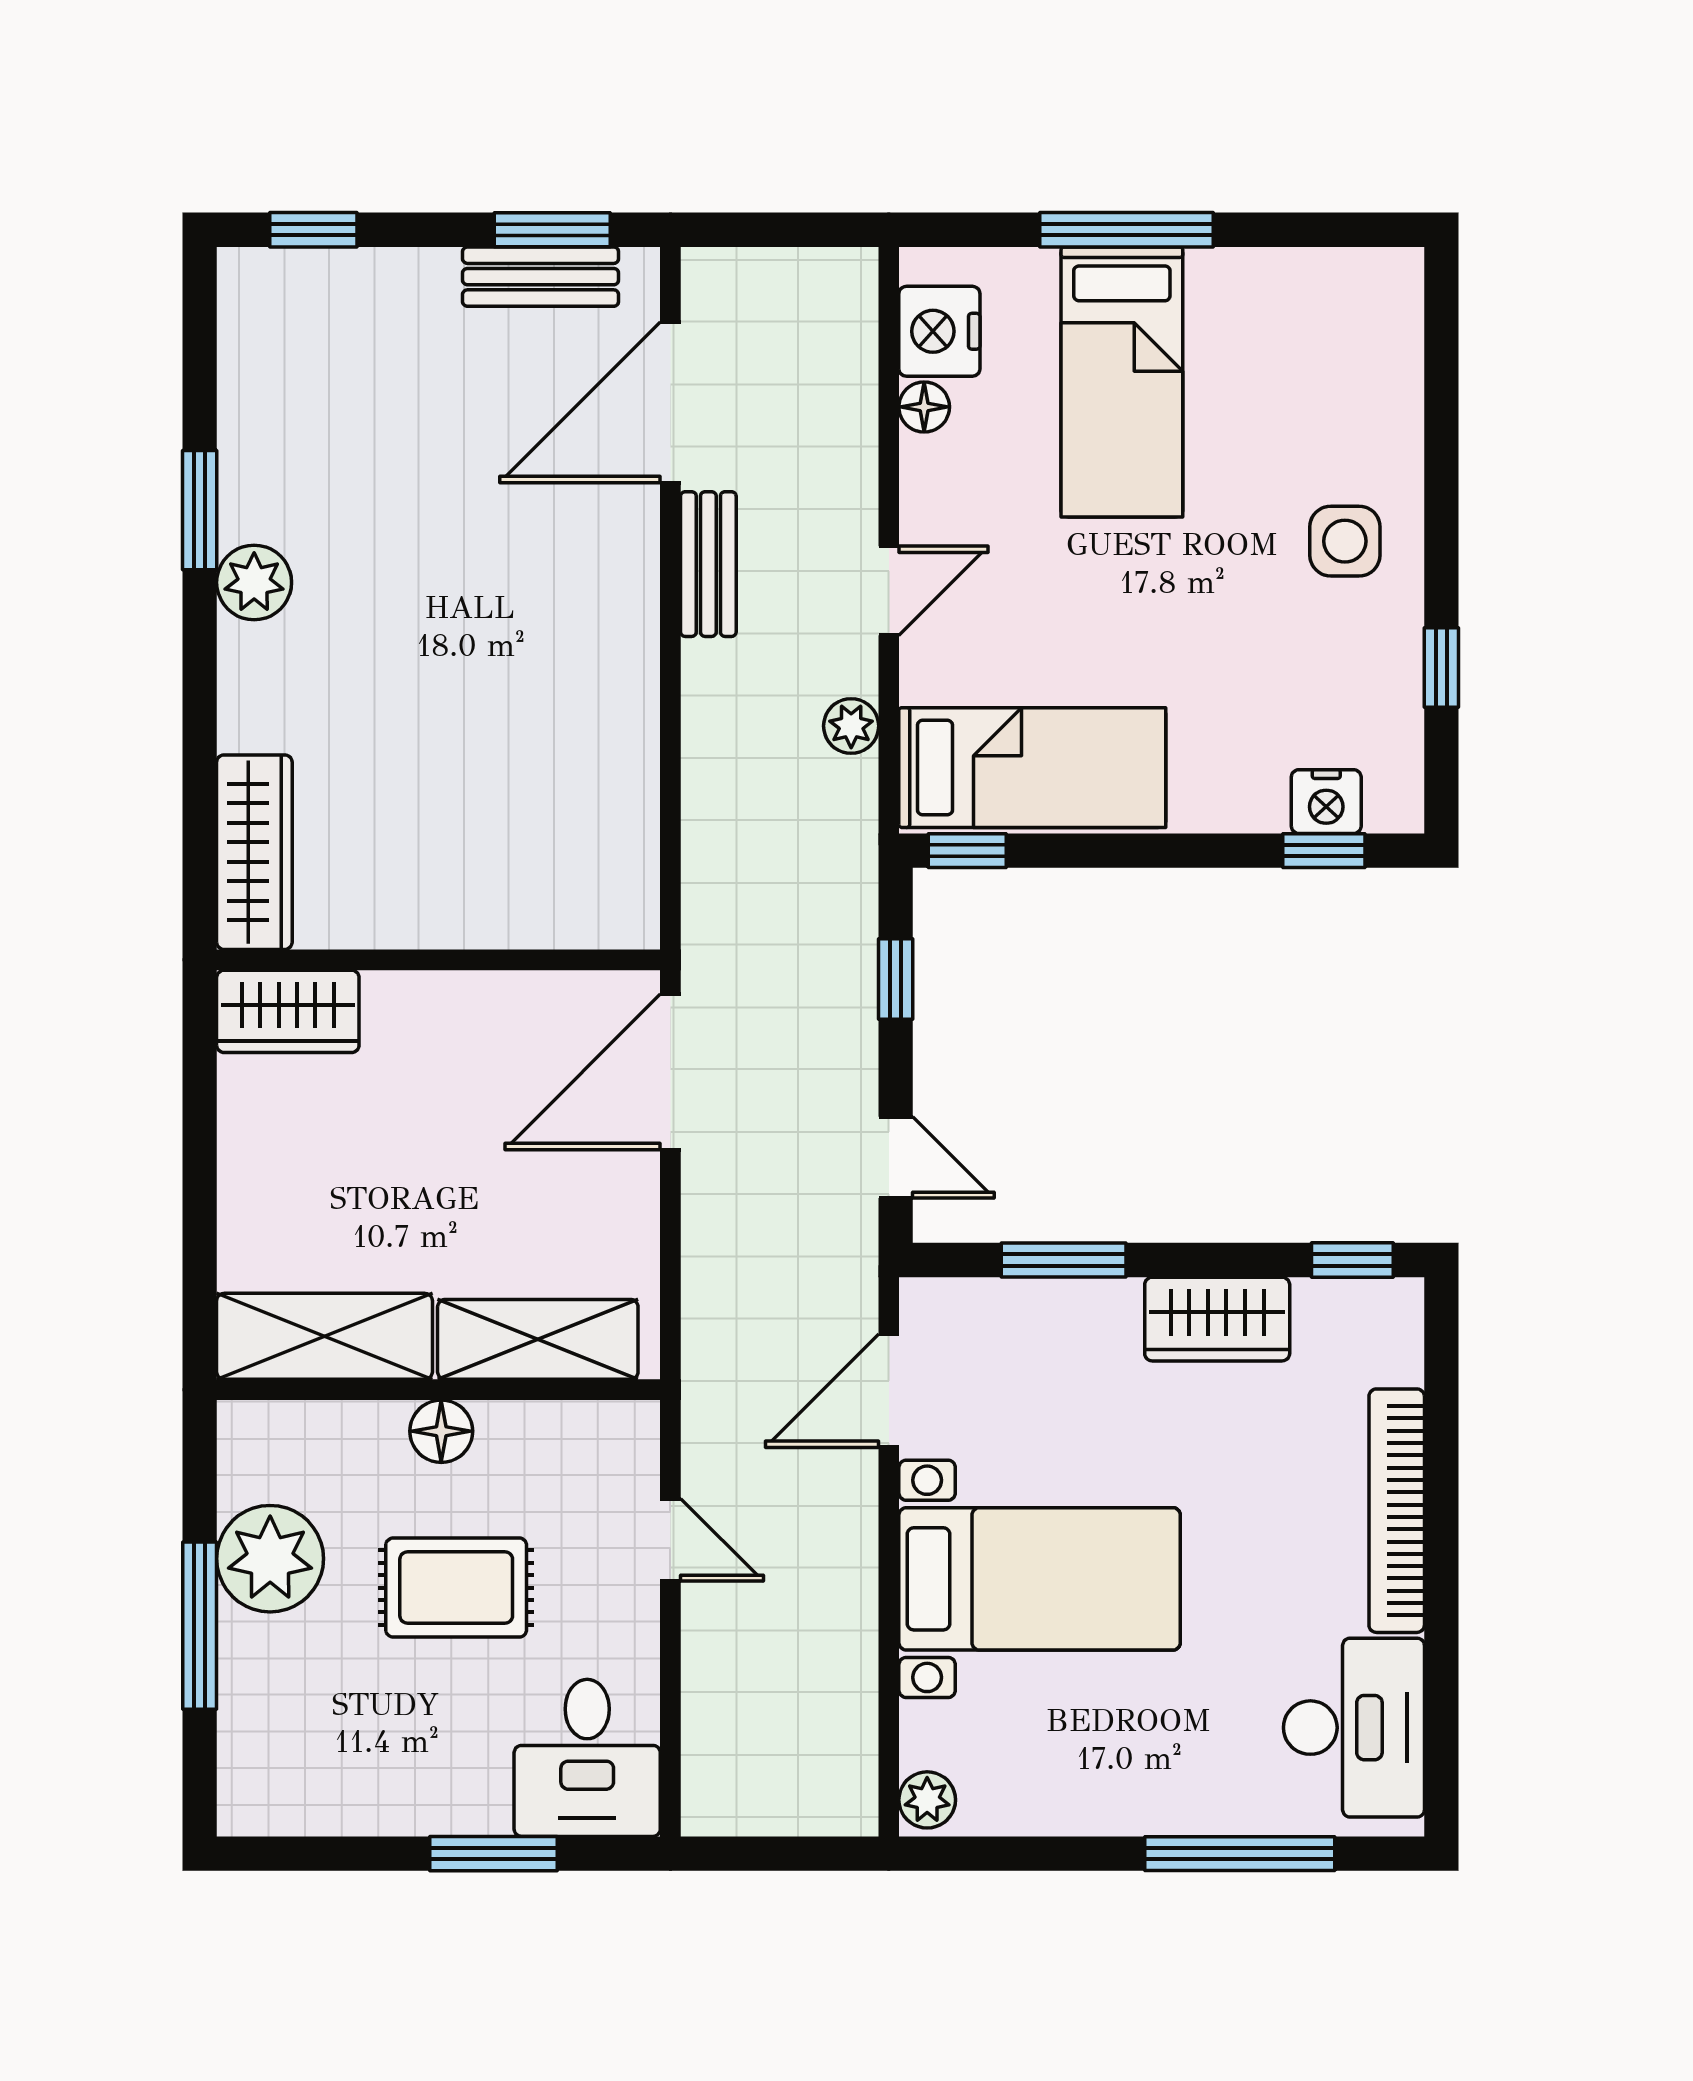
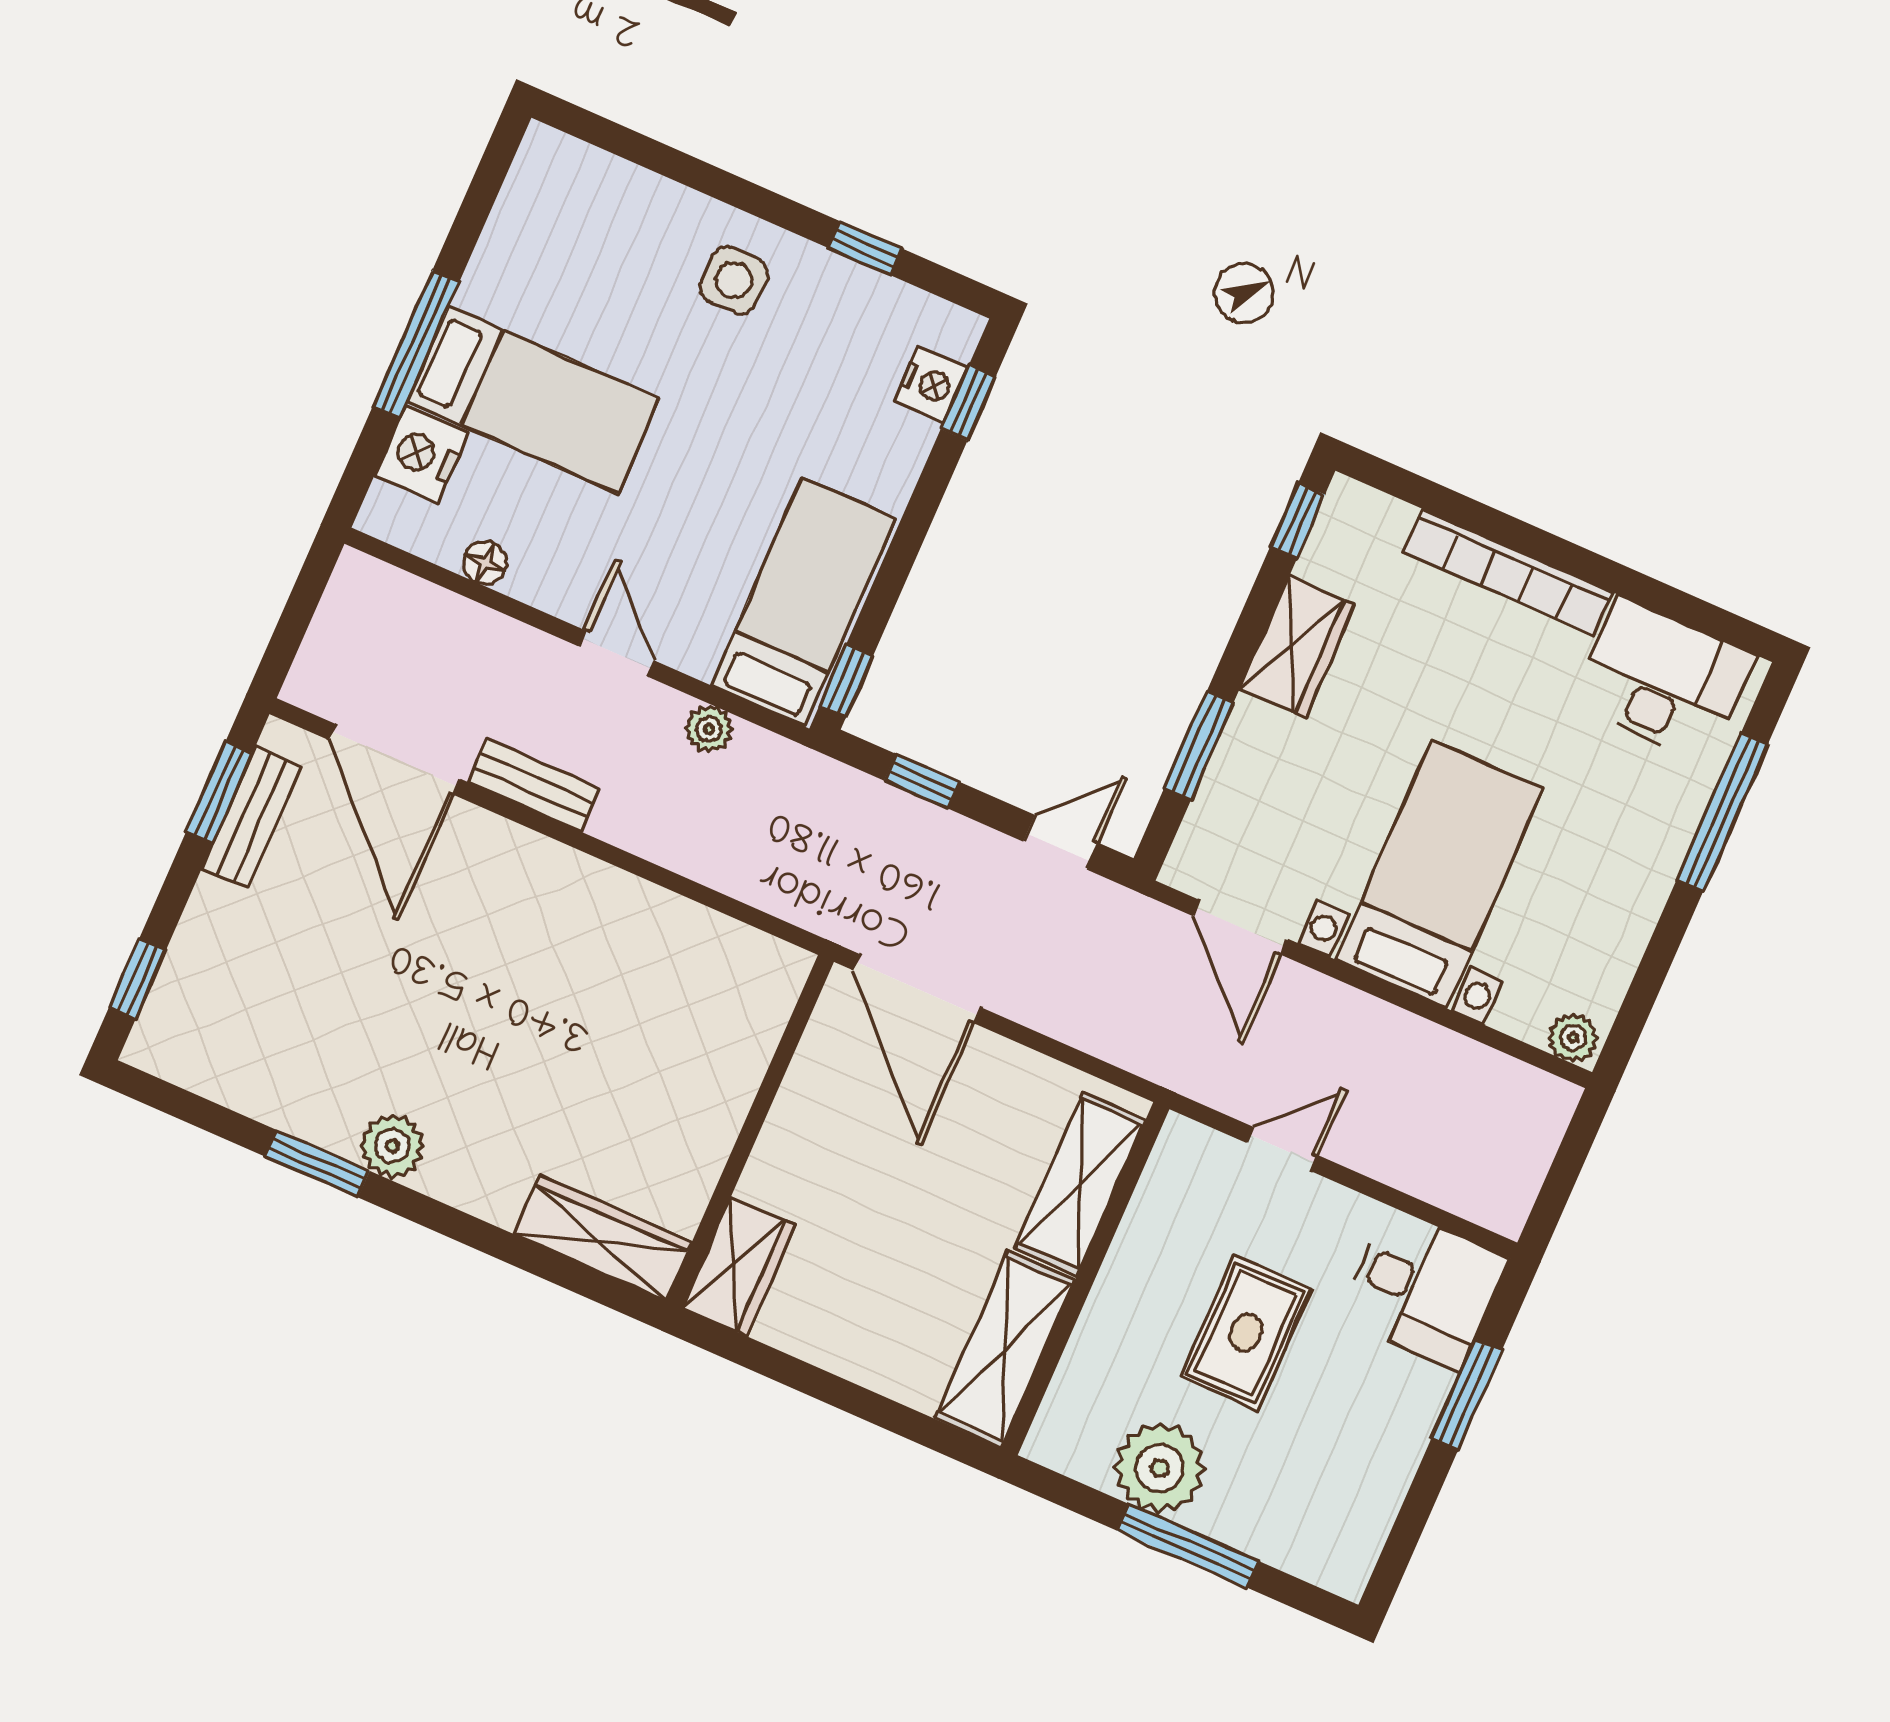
nightstand: (939, 331) -> (421, 454), moved, turned 90
floor lamp: (441, 1431) -> (1119, 1291), removed

